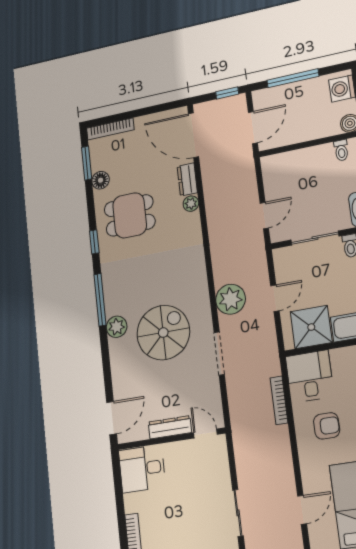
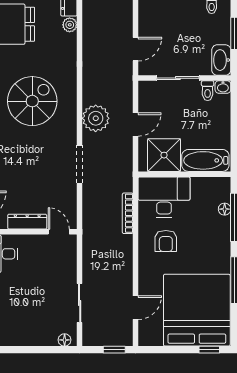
spiral stairs: (163, 333) -> (32, 101), moved
desk: (310, 376) -> (164, 197), width x1.37
armchair: (327, 426) -> (166, 241), turned 90

